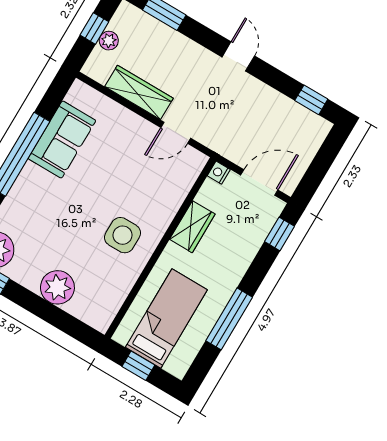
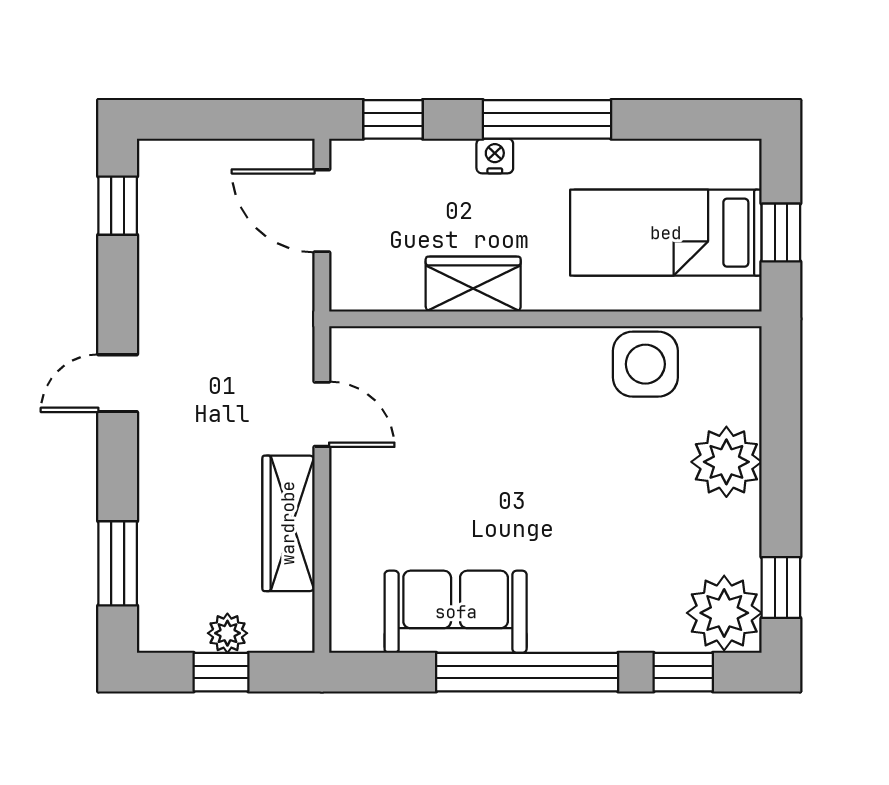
nightstand: (219, 173) -> (495, 156), moved, turned 180
side table: (123, 235) -> (645, 364), moved
window: (229, 319) -> (547, 119), moved

